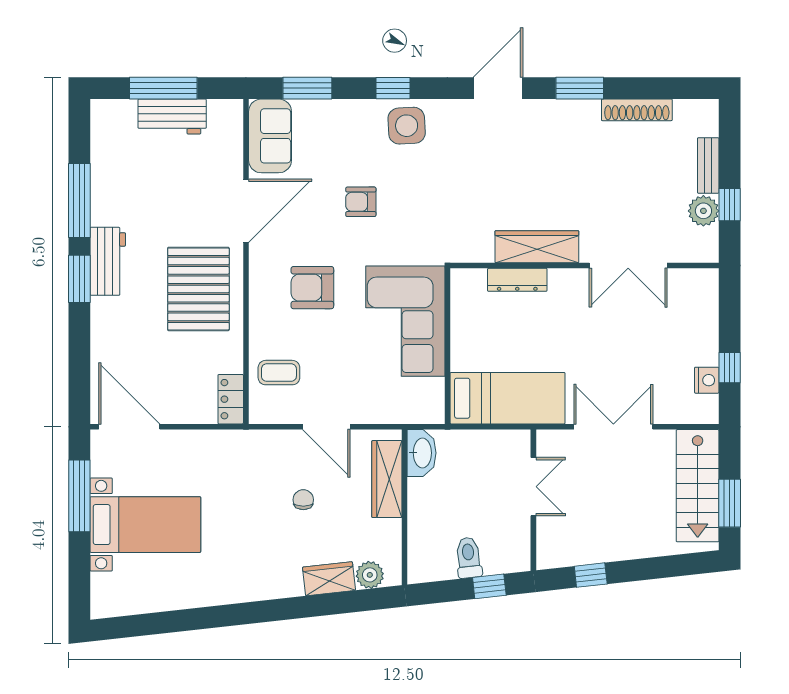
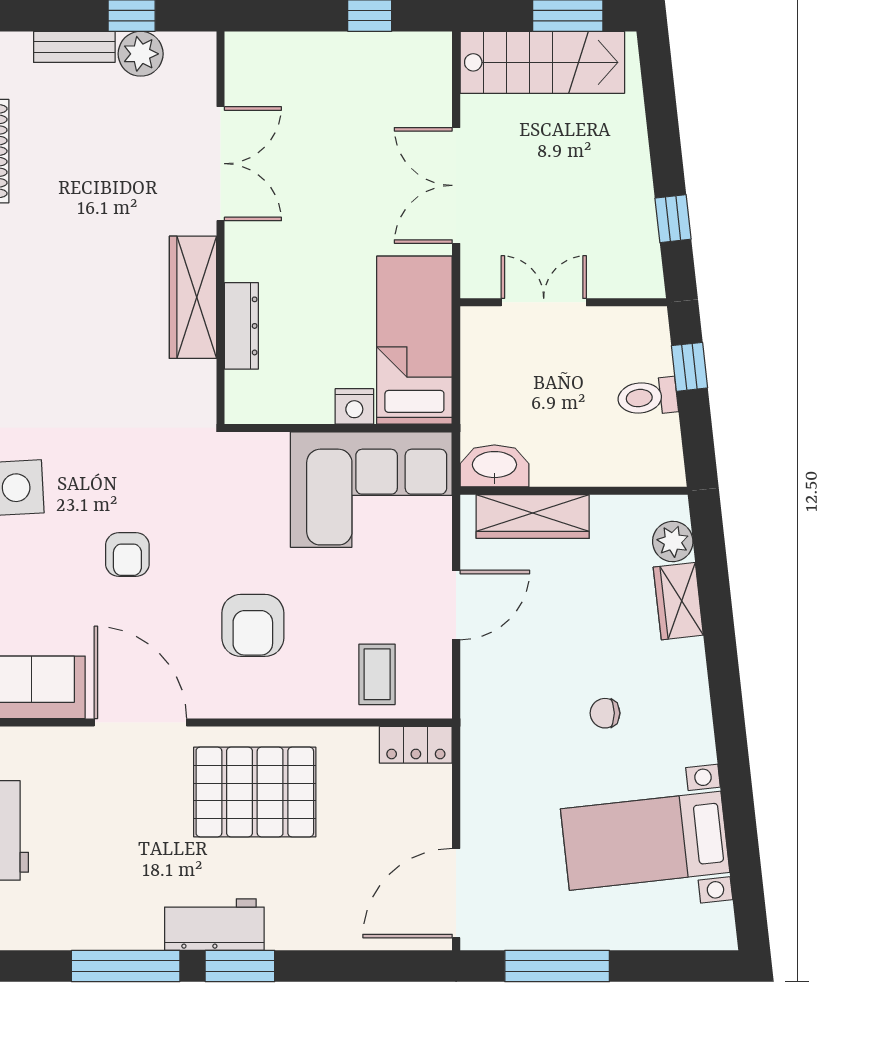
corner sofa: (405, 321) -> (371, 490), moved
nightstand: (707, 380) -> (354, 406), moved, turned 180
chair: (303, 500) -> (605, 713), moved
bed with nightstands: (145, 525) -> (645, 841), moved, turned -96

